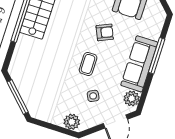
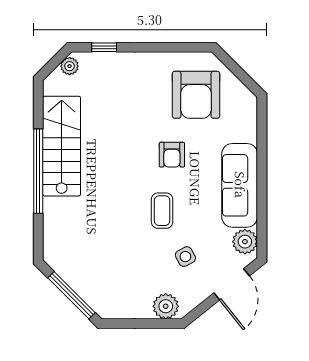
armchair: (105, 32) -> (172, 155), turned 114
window: (157, 56) -> (262, 165), removed

